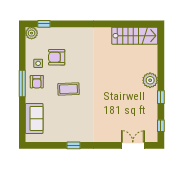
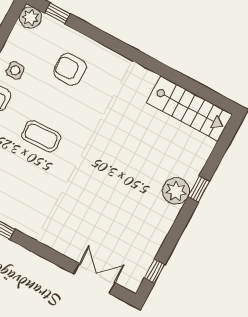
armchair: (57, 57) -> (70, 69), moved
window: (161, 97) -> (199, 189), moved

